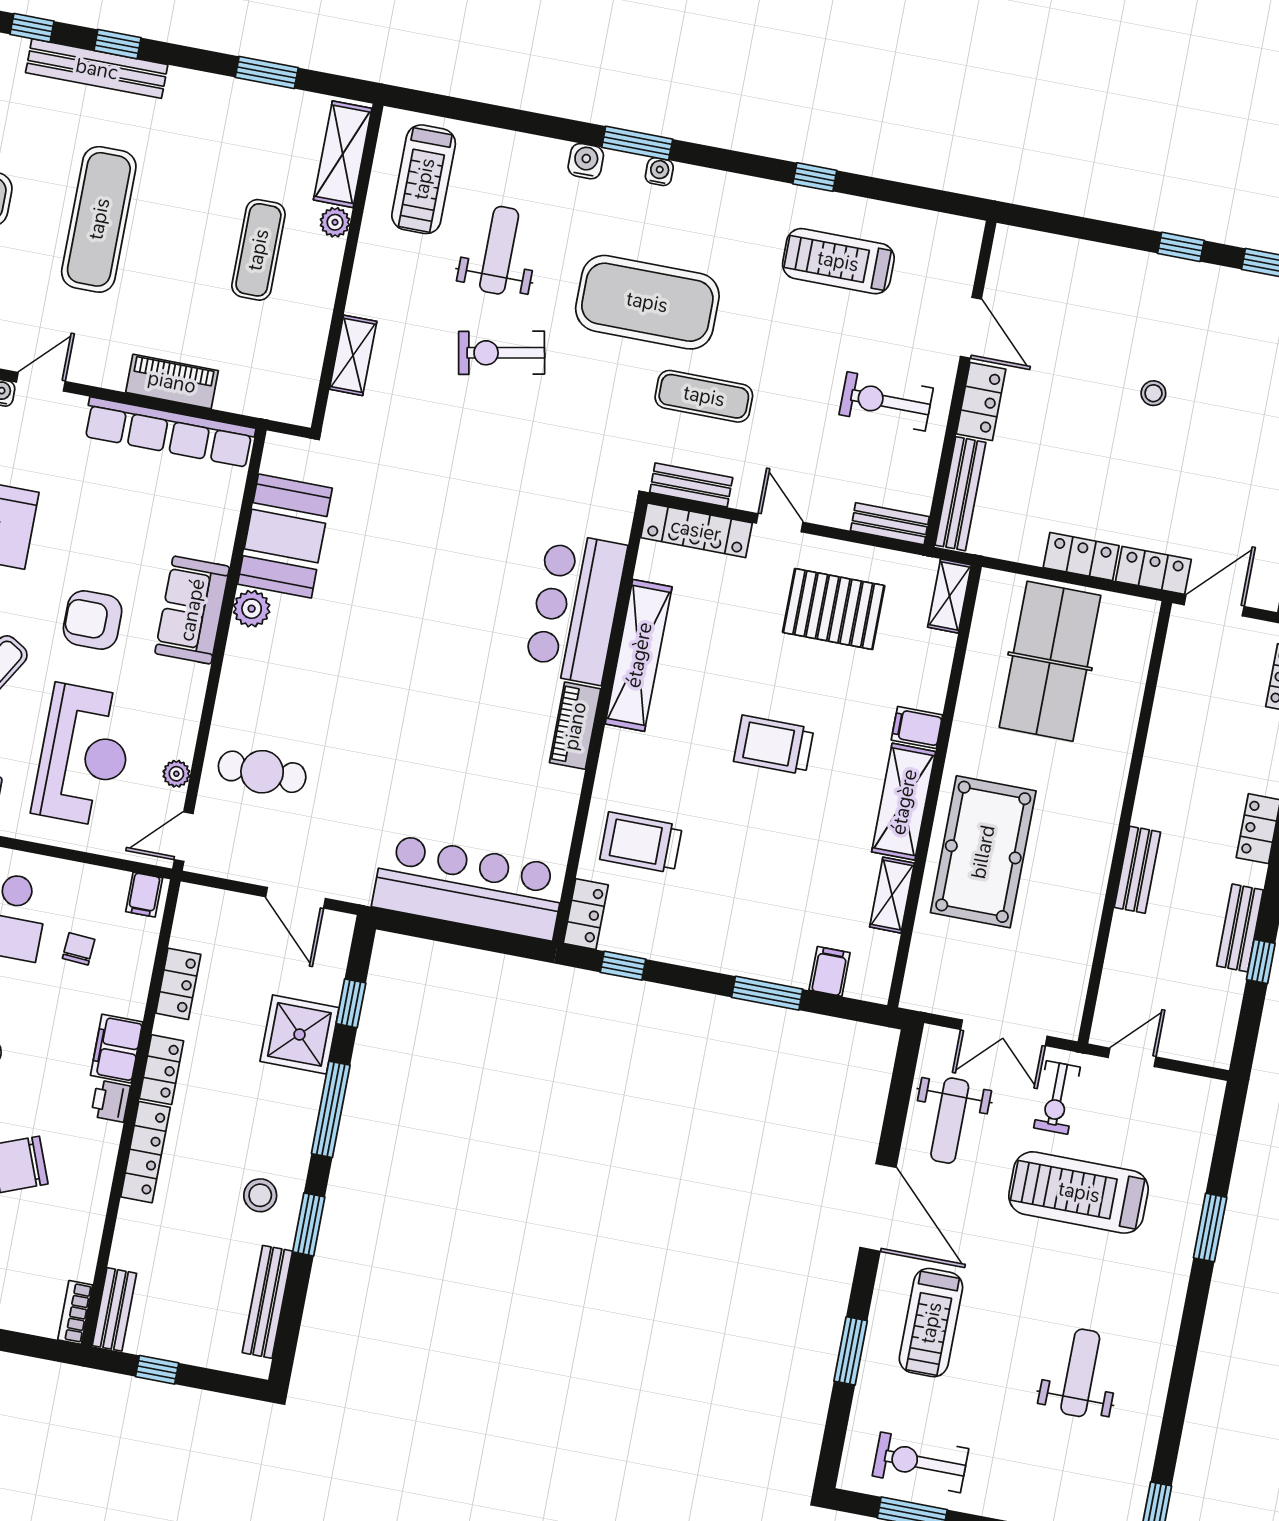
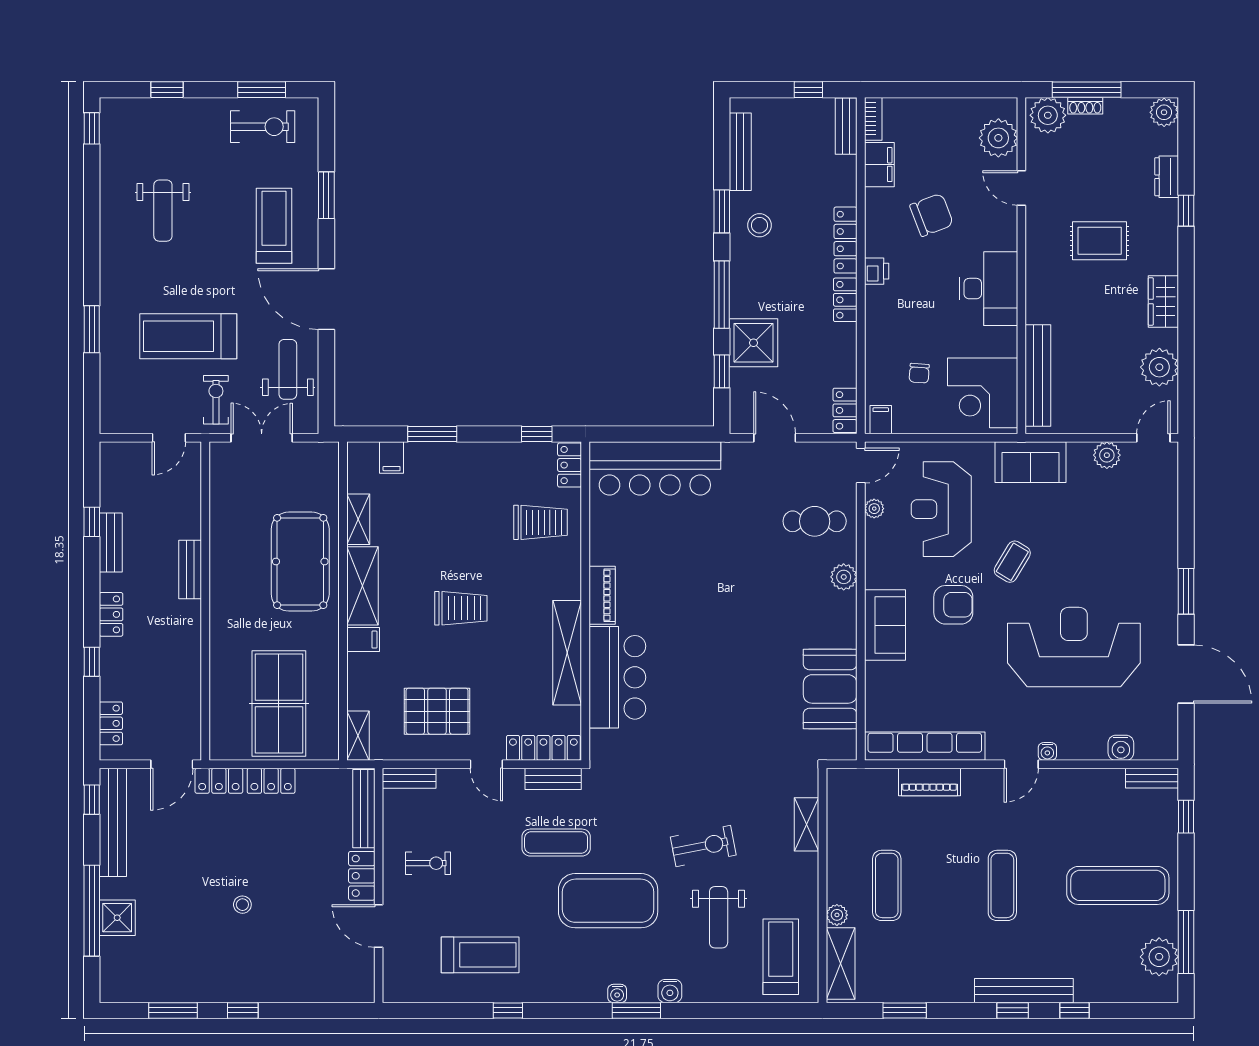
exercise mat: (99, 219) -> (1002, 885), width x0.73, depth x0.69
exercise bike: (886, 401) -> (428, 863), width x0.73, depth x0.72
plant: (252, 609) -> (844, 577), moved
locker: (178, 984) -> (845, 410), moved
filing cabinet: (117, 1049) -> (879, 165), moved
treadmill: (1079, 1192) -> (188, 336), turned 180

